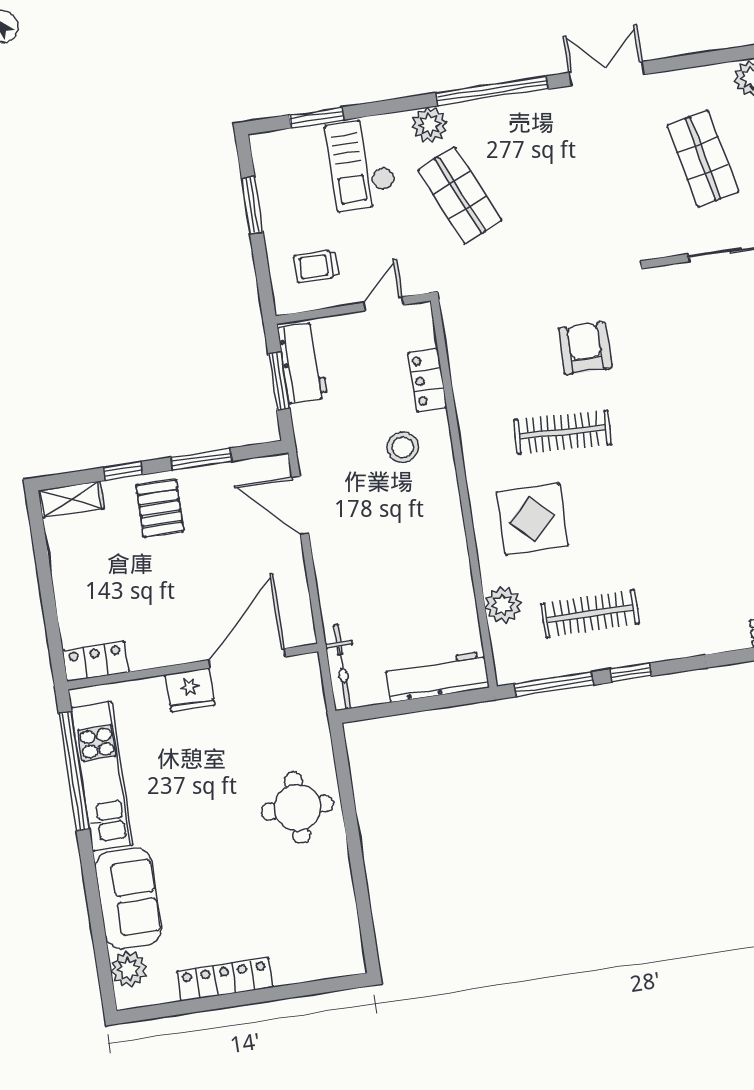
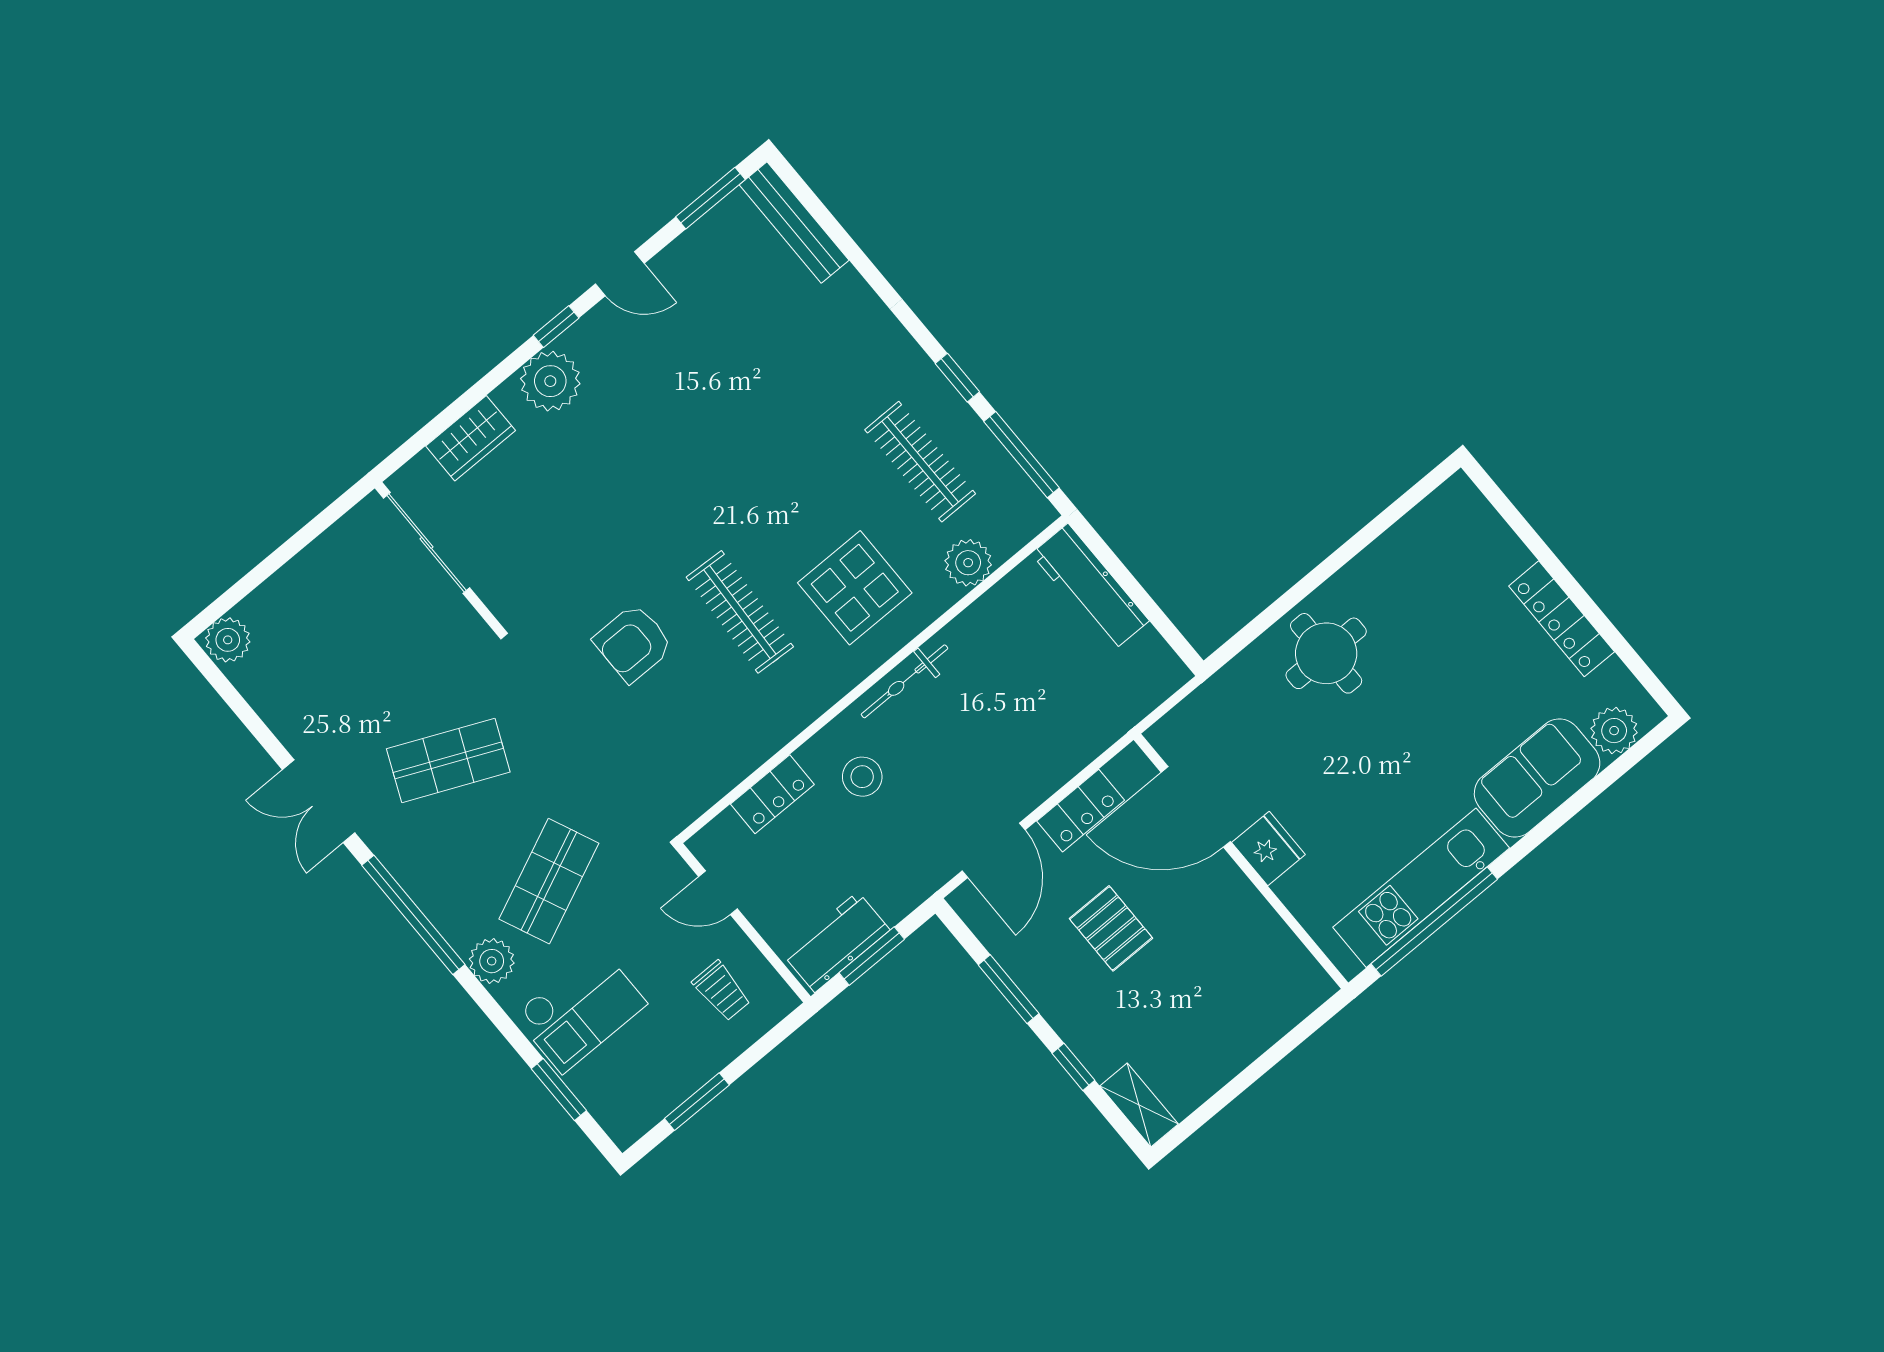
shop shelf: (703, 159) -> (448, 760), moved, turned 36
pallet: (160, 508) -> (1111, 928), moved, turned 90
locker: (96, 661) -> (1081, 811), moved, turned -90
bicycle: (342, 667) -> (905, 681), moved, turned 180

